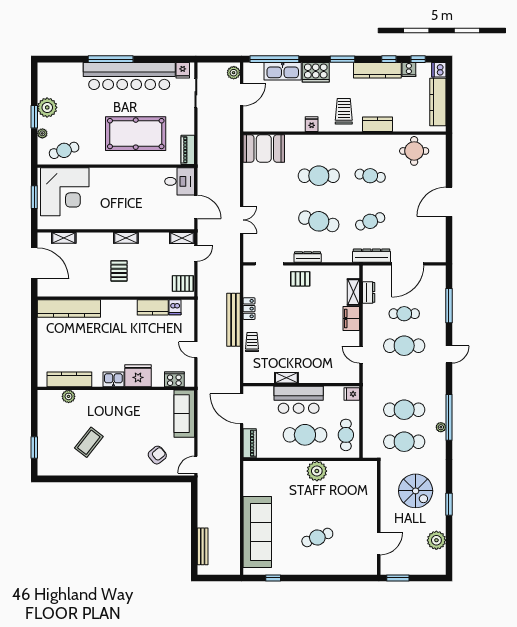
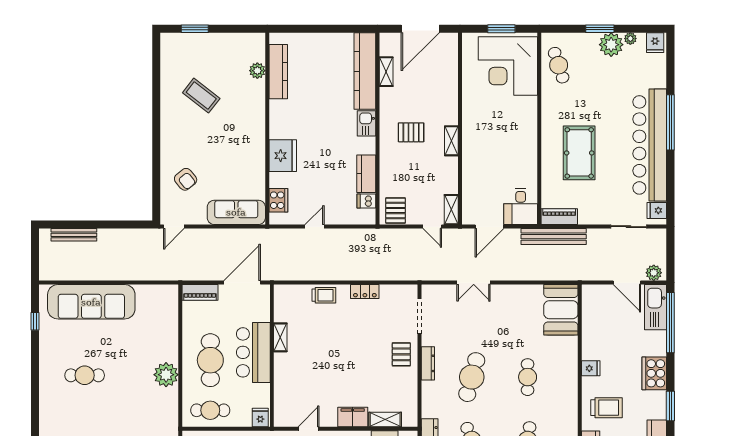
kitchen sink: (283, 71) -> (656, 307), moved
fridge: (46, 72) -> (655, 43), added
plant: (42, 133) -> (630, 39), moved
pool table: (136, 134) -> (579, 153), width x0.73, depth x0.76
cafe table: (319, 176) -> (528, 377), width x0.73, depth x0.74
shelving: (64, 238) -> (386, 72), moved
bench: (233, 320) -> (554, 237), moved
kitchen sink: (113, 379) -> (367, 123), moved, turned 180
door: (196, 465) -> (174, 227), swing flipped
cafe table: (317, 537) -> (85, 375), turned -69

